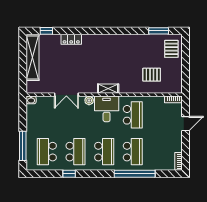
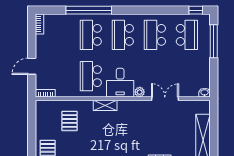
pallet: (152, 75) -> (70, 121), turned 90
shelving: (108, 89) -> (105, 105), moved
window: (69, 174) -> (196, 10), moved

